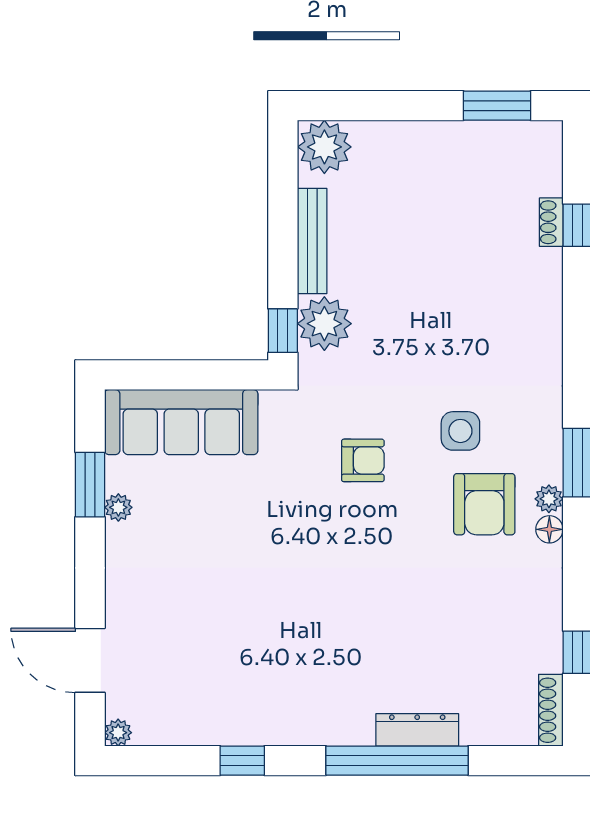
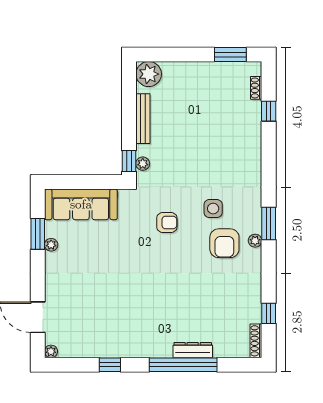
shoe rack: (551, 222) -> (256, 88), moved
plant: (324, 324) -> (143, 164), width x0.53, depth x0.53
floor lamp: (549, 529) -> (255, 255), removed

